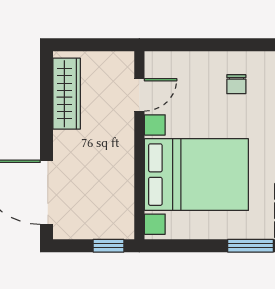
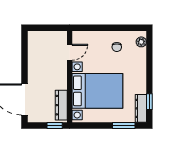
wardrobe: (67, 94) -> (34, 52), removed
dresser: (122, 204) -> (61, 105), added

